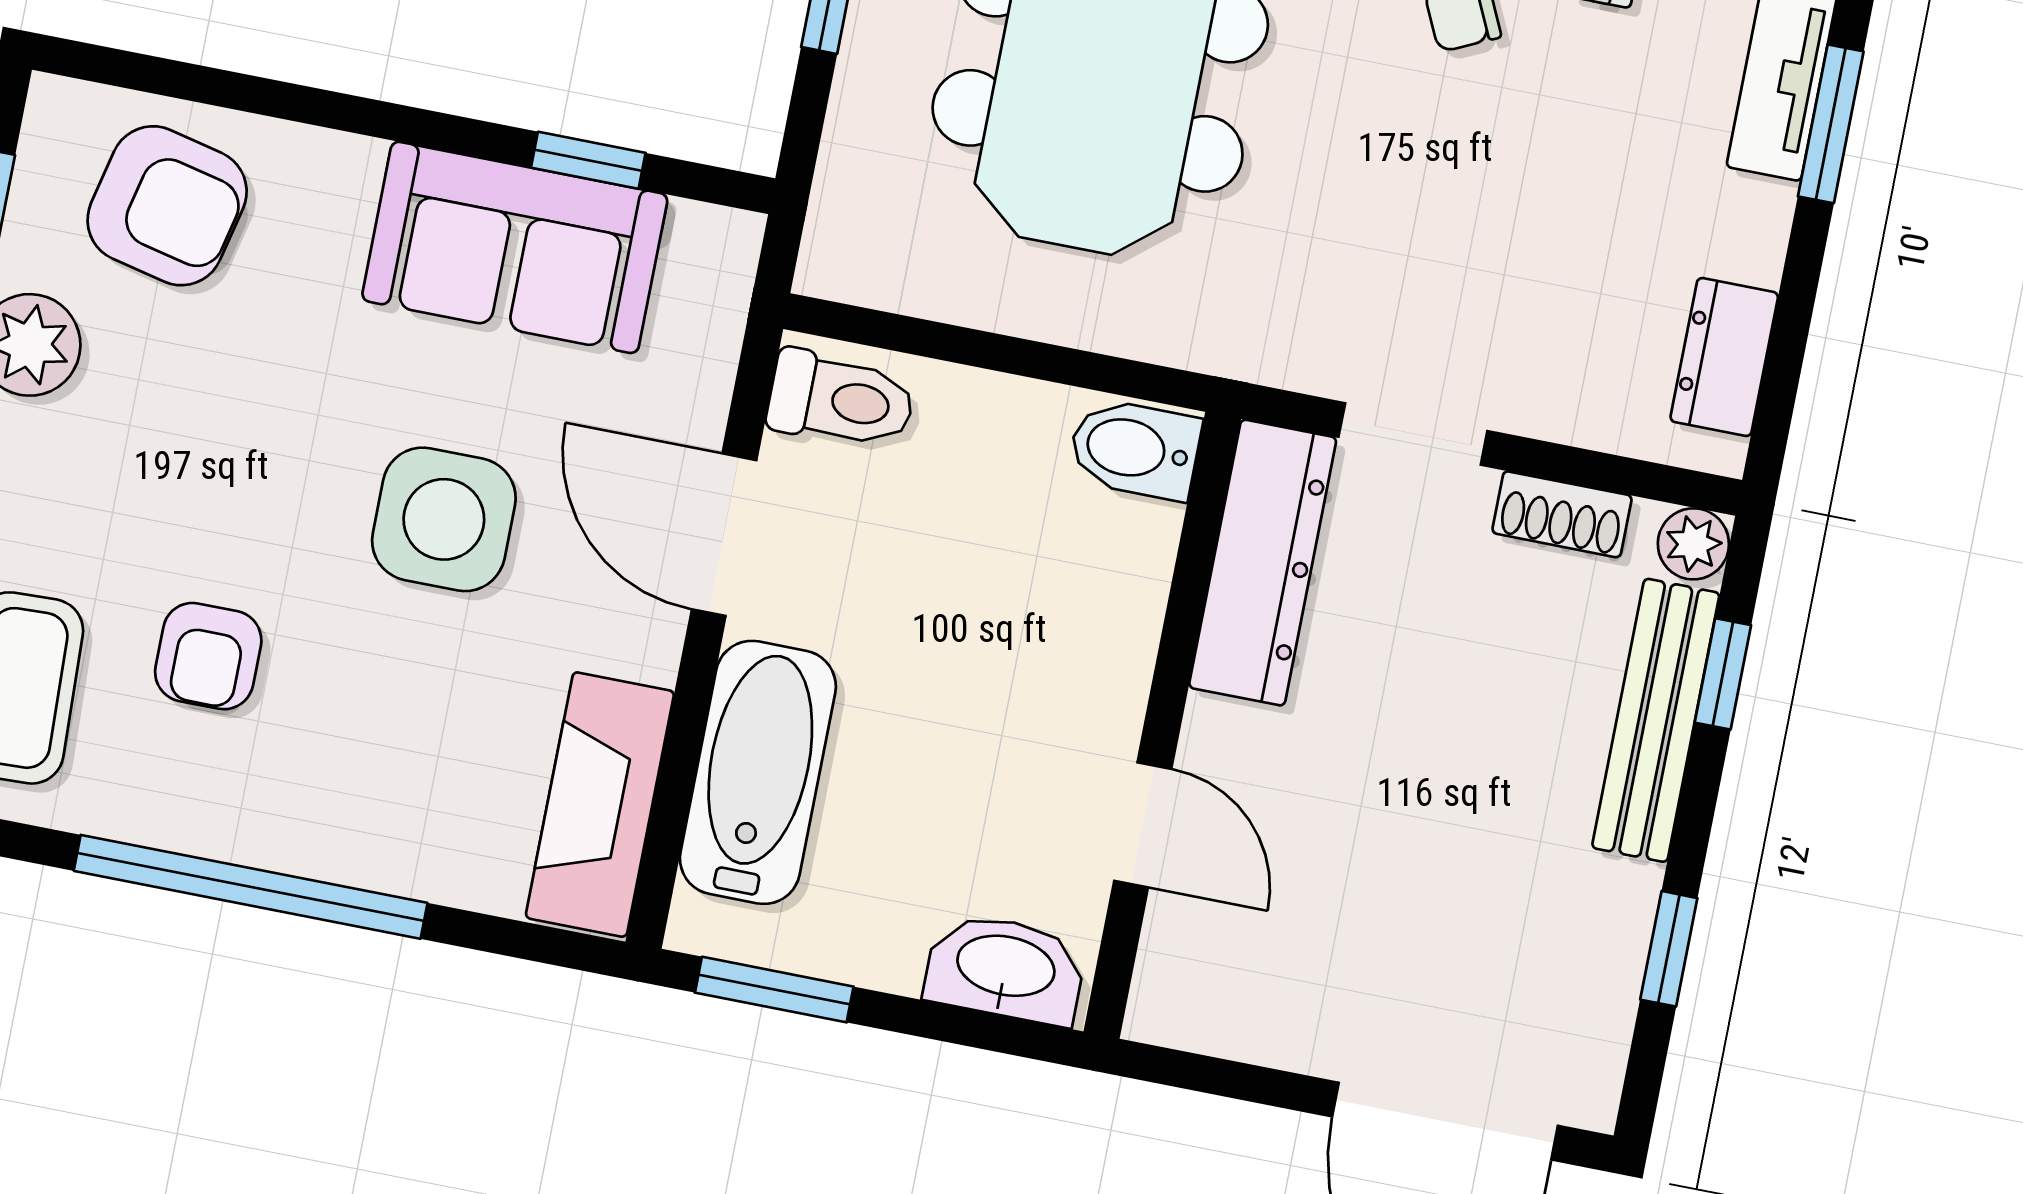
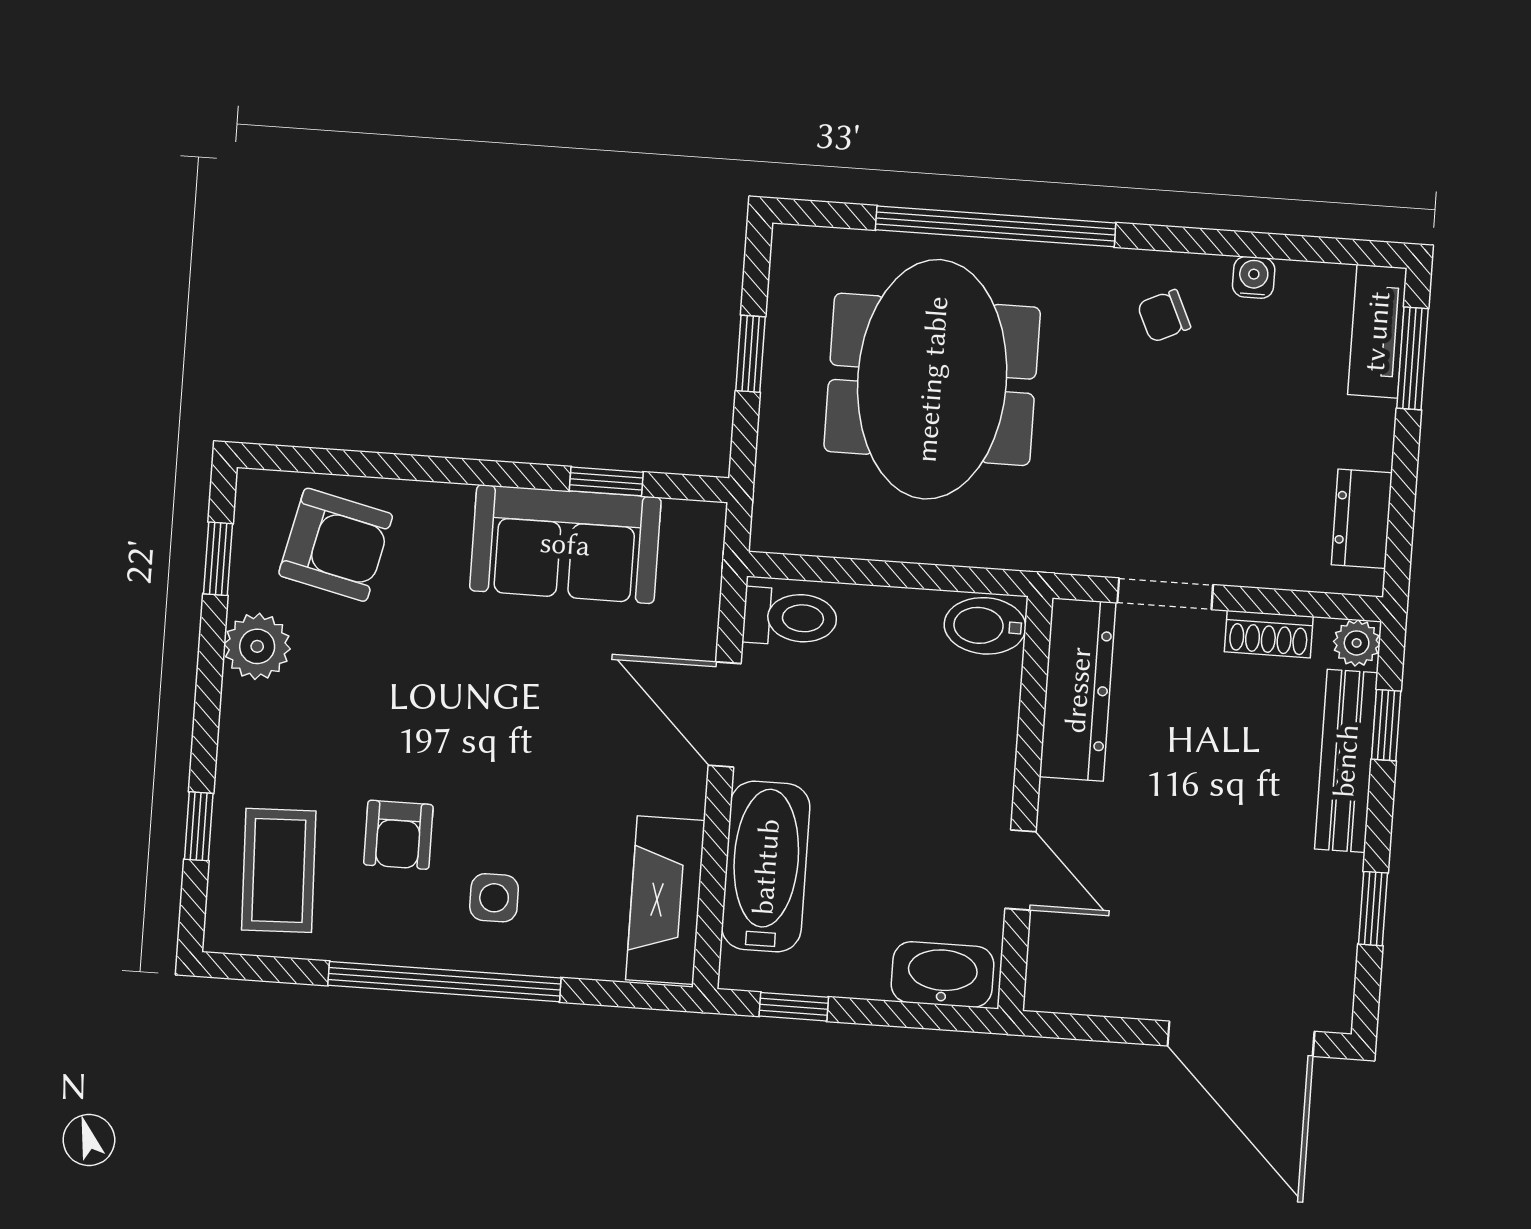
side table: (444, 519) -> (494, 898), moved, width x0.54, depth x0.54
window: (774, 990) -> (794, 1007), width x0.67

